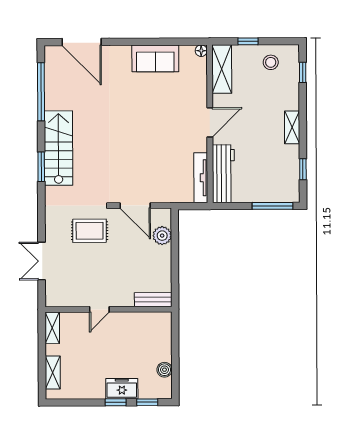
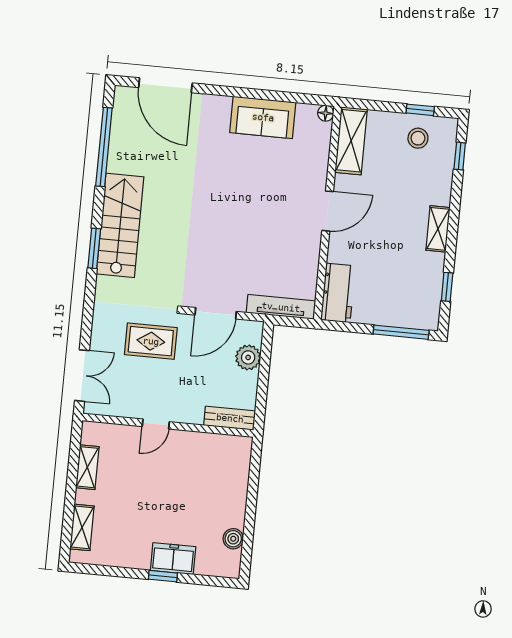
window: (248, 41) -> (420, 110), moved
workbench: (223, 174) -> (338, 293), width x0.73
tv unit: (201, 178) -> (281, 307), moved, turned 90
door: (135, 206) -> (216, 313), hinge flipped
double door: (42, 261) -> (82, 376), swing flipped
bench: (153, 300) -> (230, 418), moved
door: (99, 309) -> (156, 424), moved
wall: (108, 309) -> (168, 425), moved
window: (147, 402) -> (206, 580), removed

